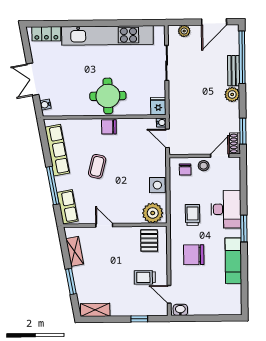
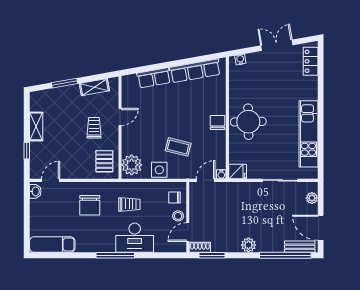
kitchen unit: (107, 35) -> (308, 134), width x0.73
bench: (234, 71) -> (300, 247), moved
double door: (33, 79) -> (277, 45), moved
door: (220, 156) -> (188, 232), swing flipped
coffee table: (97, 166) -> (178, 147), moved
window: (53, 186) -> (160, 66), removed
row of seats: (68, 207) -> (154, 78), moved
window: (244, 228) -> (115, 255), width x1.44
pallet: (149, 241) -> (104, 161), turned 90
chair: (194, 255) -> (90, 205), turned 180
exam couch: (233, 261) -> (52, 244), moved
trolley: (145, 277) -> (94, 128), moved
shelving: (95, 310) -> (36, 126), moved

